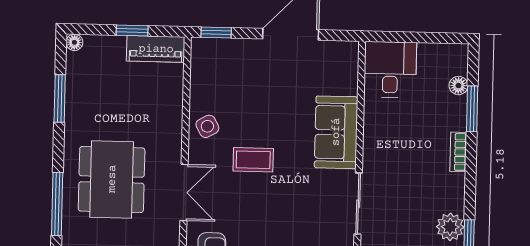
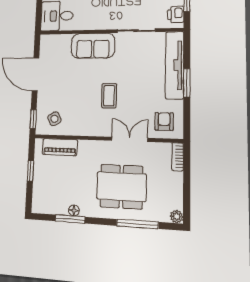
floor lamp: (74, 42) -> (74, 210), moved
piano: (156, 49) -> (60, 147), moved, turned 90
side table: (207, 126) -> (54, 119), moved

